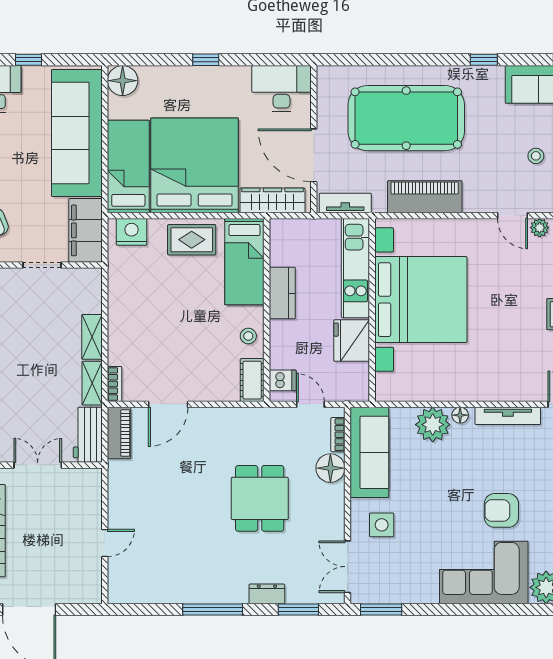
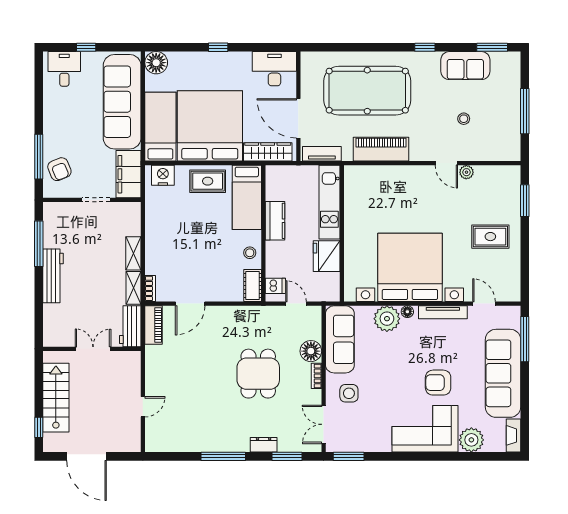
bed with nightstands: (421, 300) -> (410, 267), moved, turned -90
bookcase: (338, 435) -> (316, 376), moved

